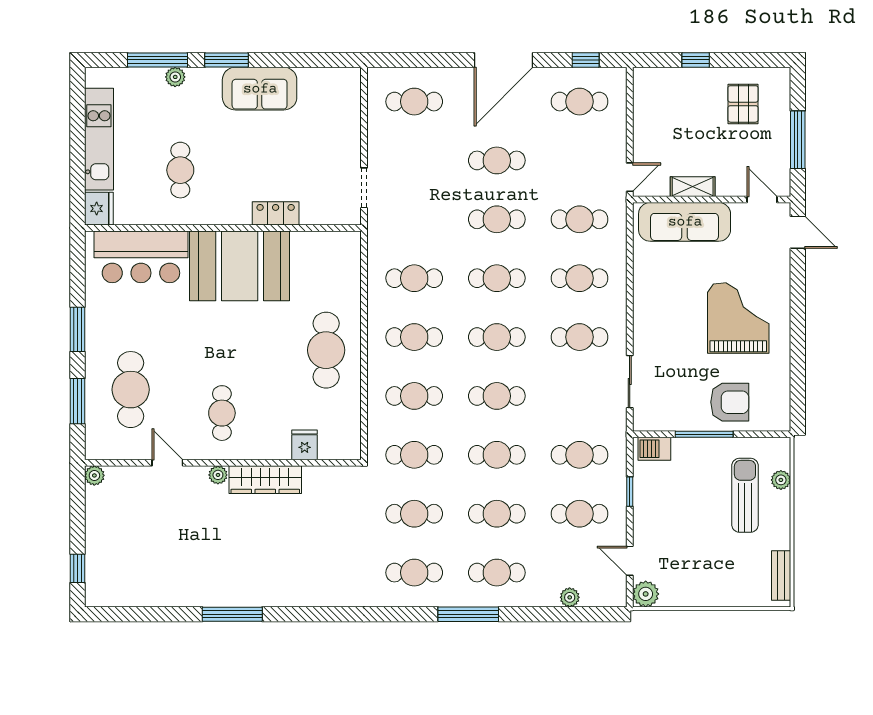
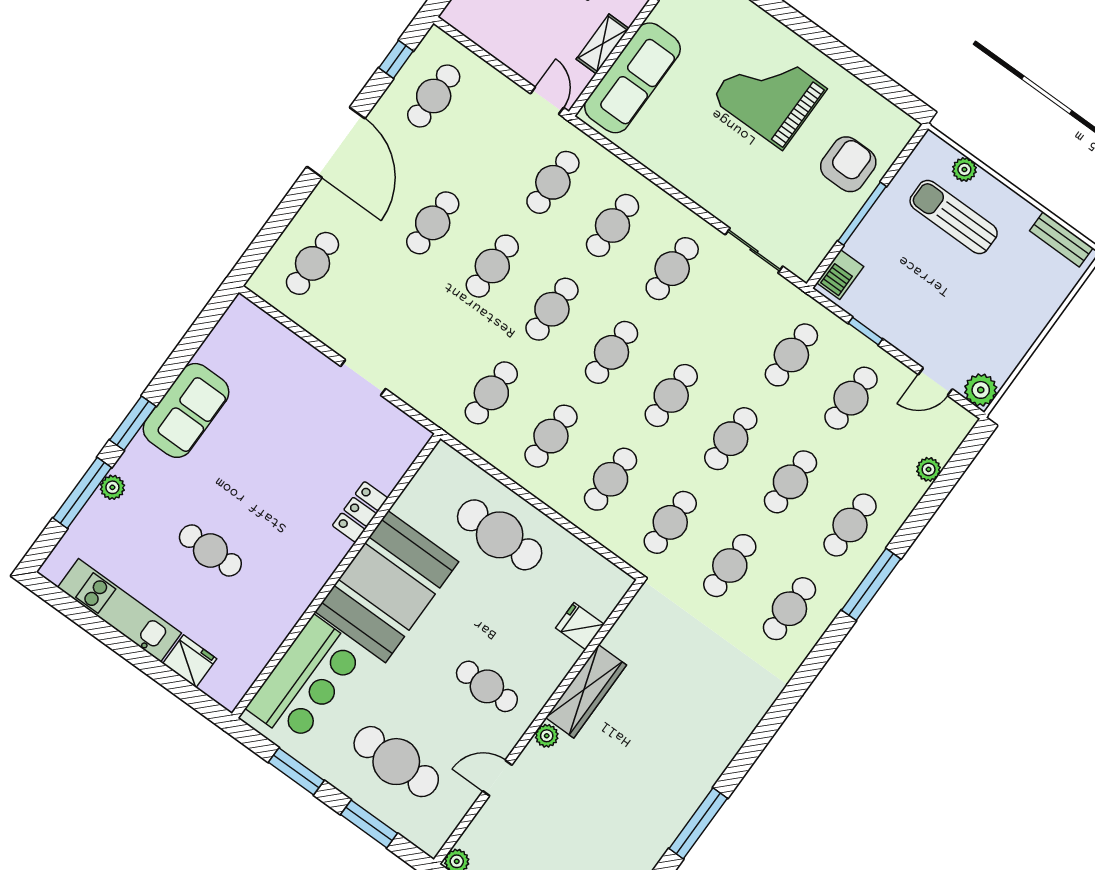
locker: (276, 213) -> (360, 512), moved
wall: (223, 228) -> (336, 576), moved
bar counter: (141, 257) -> (305, 680), moved
booth: (240, 266) -> (387, 587), moved

